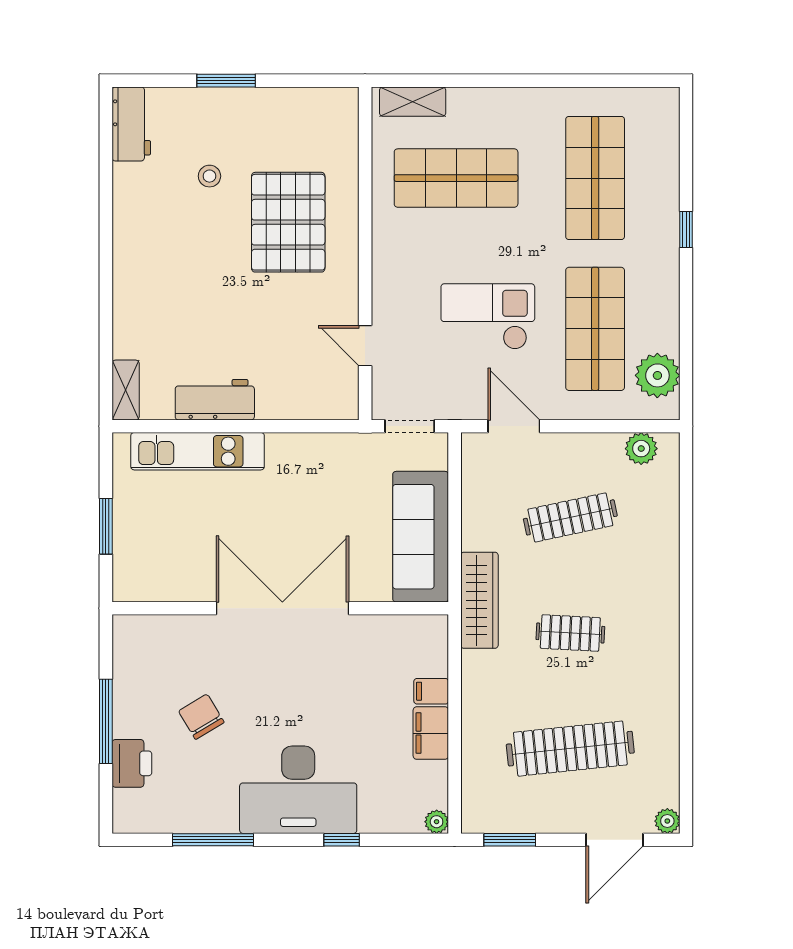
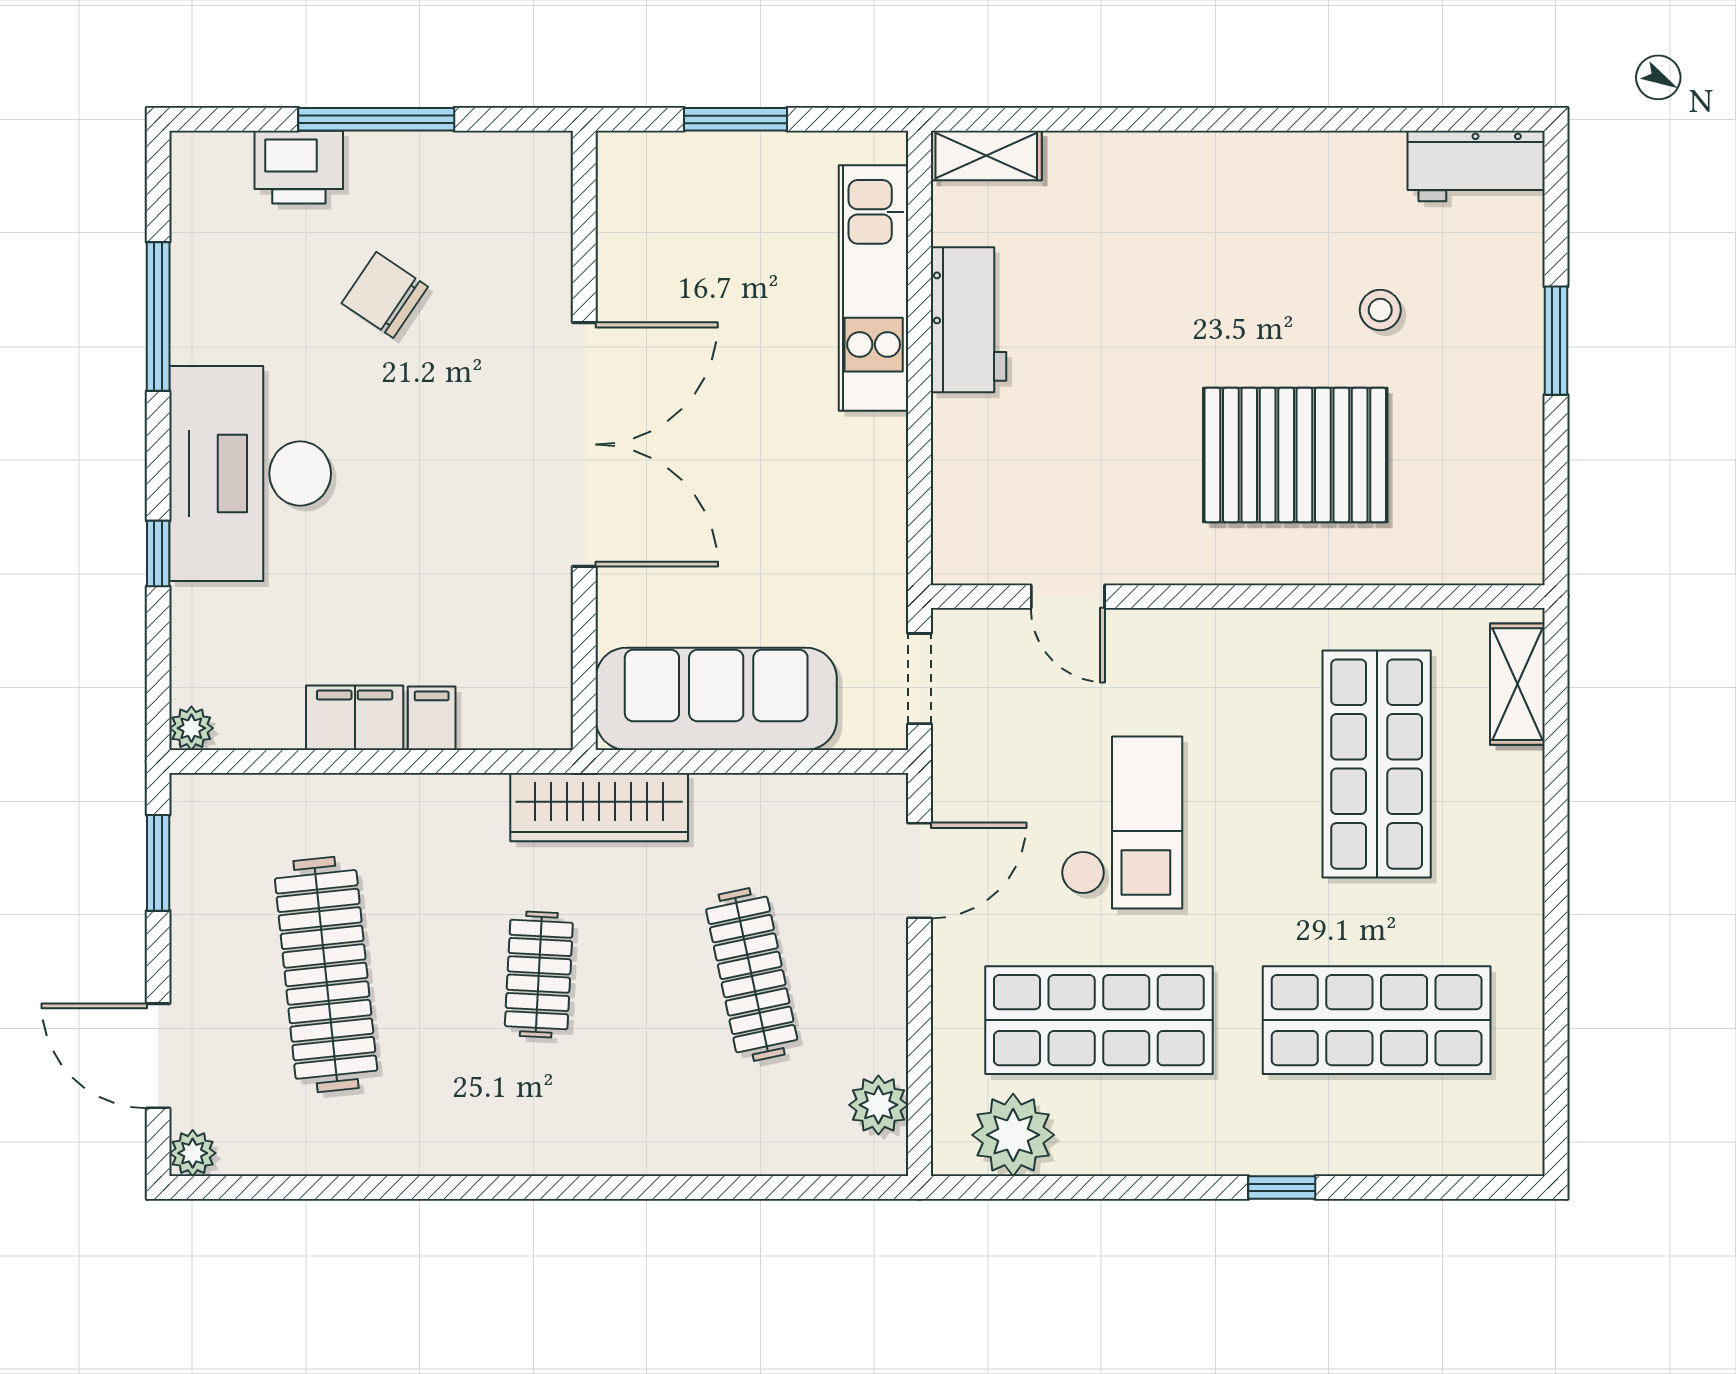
door: (365, 346) -> (1068, 597), swing flipped
chair: (201, 717) -> (385, 295), turned -115

